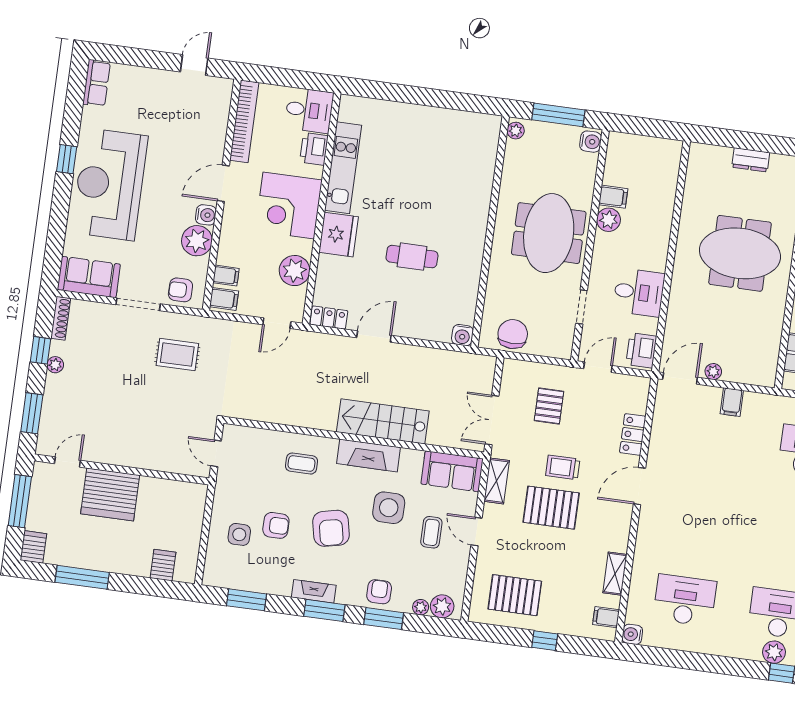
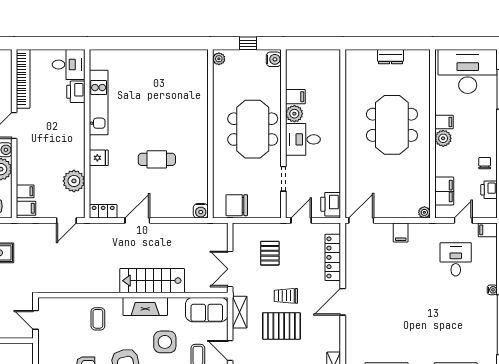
window: (558, 115) -> (248, 43), width x0.46
corner desk: (289, 205) -> (63, 135), removed
fridge: (339, 235) -> (99, 158), width x0.53, depth x0.75
meeting table: (740, 253) -> (392, 125), turned 90
desk: (639, 292) -> (303, 139), moved, turned 180
chair: (513, 334) -> (237, 205), turned -90
plant: (713, 372) -> (424, 212), moved
locker: (633, 434) -> (333, 257), width x1.53
coffee table: (301, 464) -> (98, 319), turned 90

